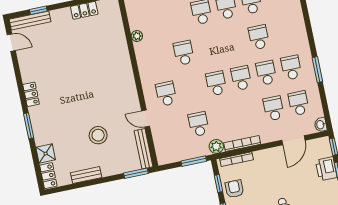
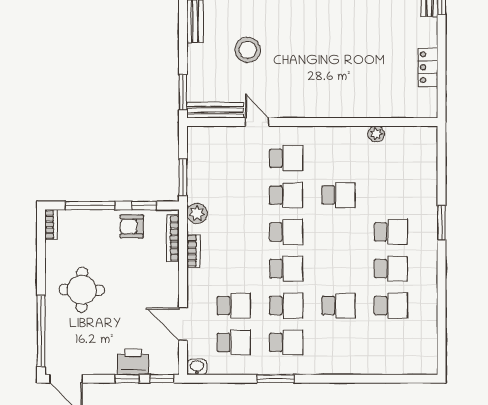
door: (146, 119) -> (257, 122), hinge flipped
school desk: (199, 124) -> (286, 195), moved
bookcase: (242, 144) -> (193, 251), width x0.64
armchair: (234, 189) -> (132, 226), turned 180

